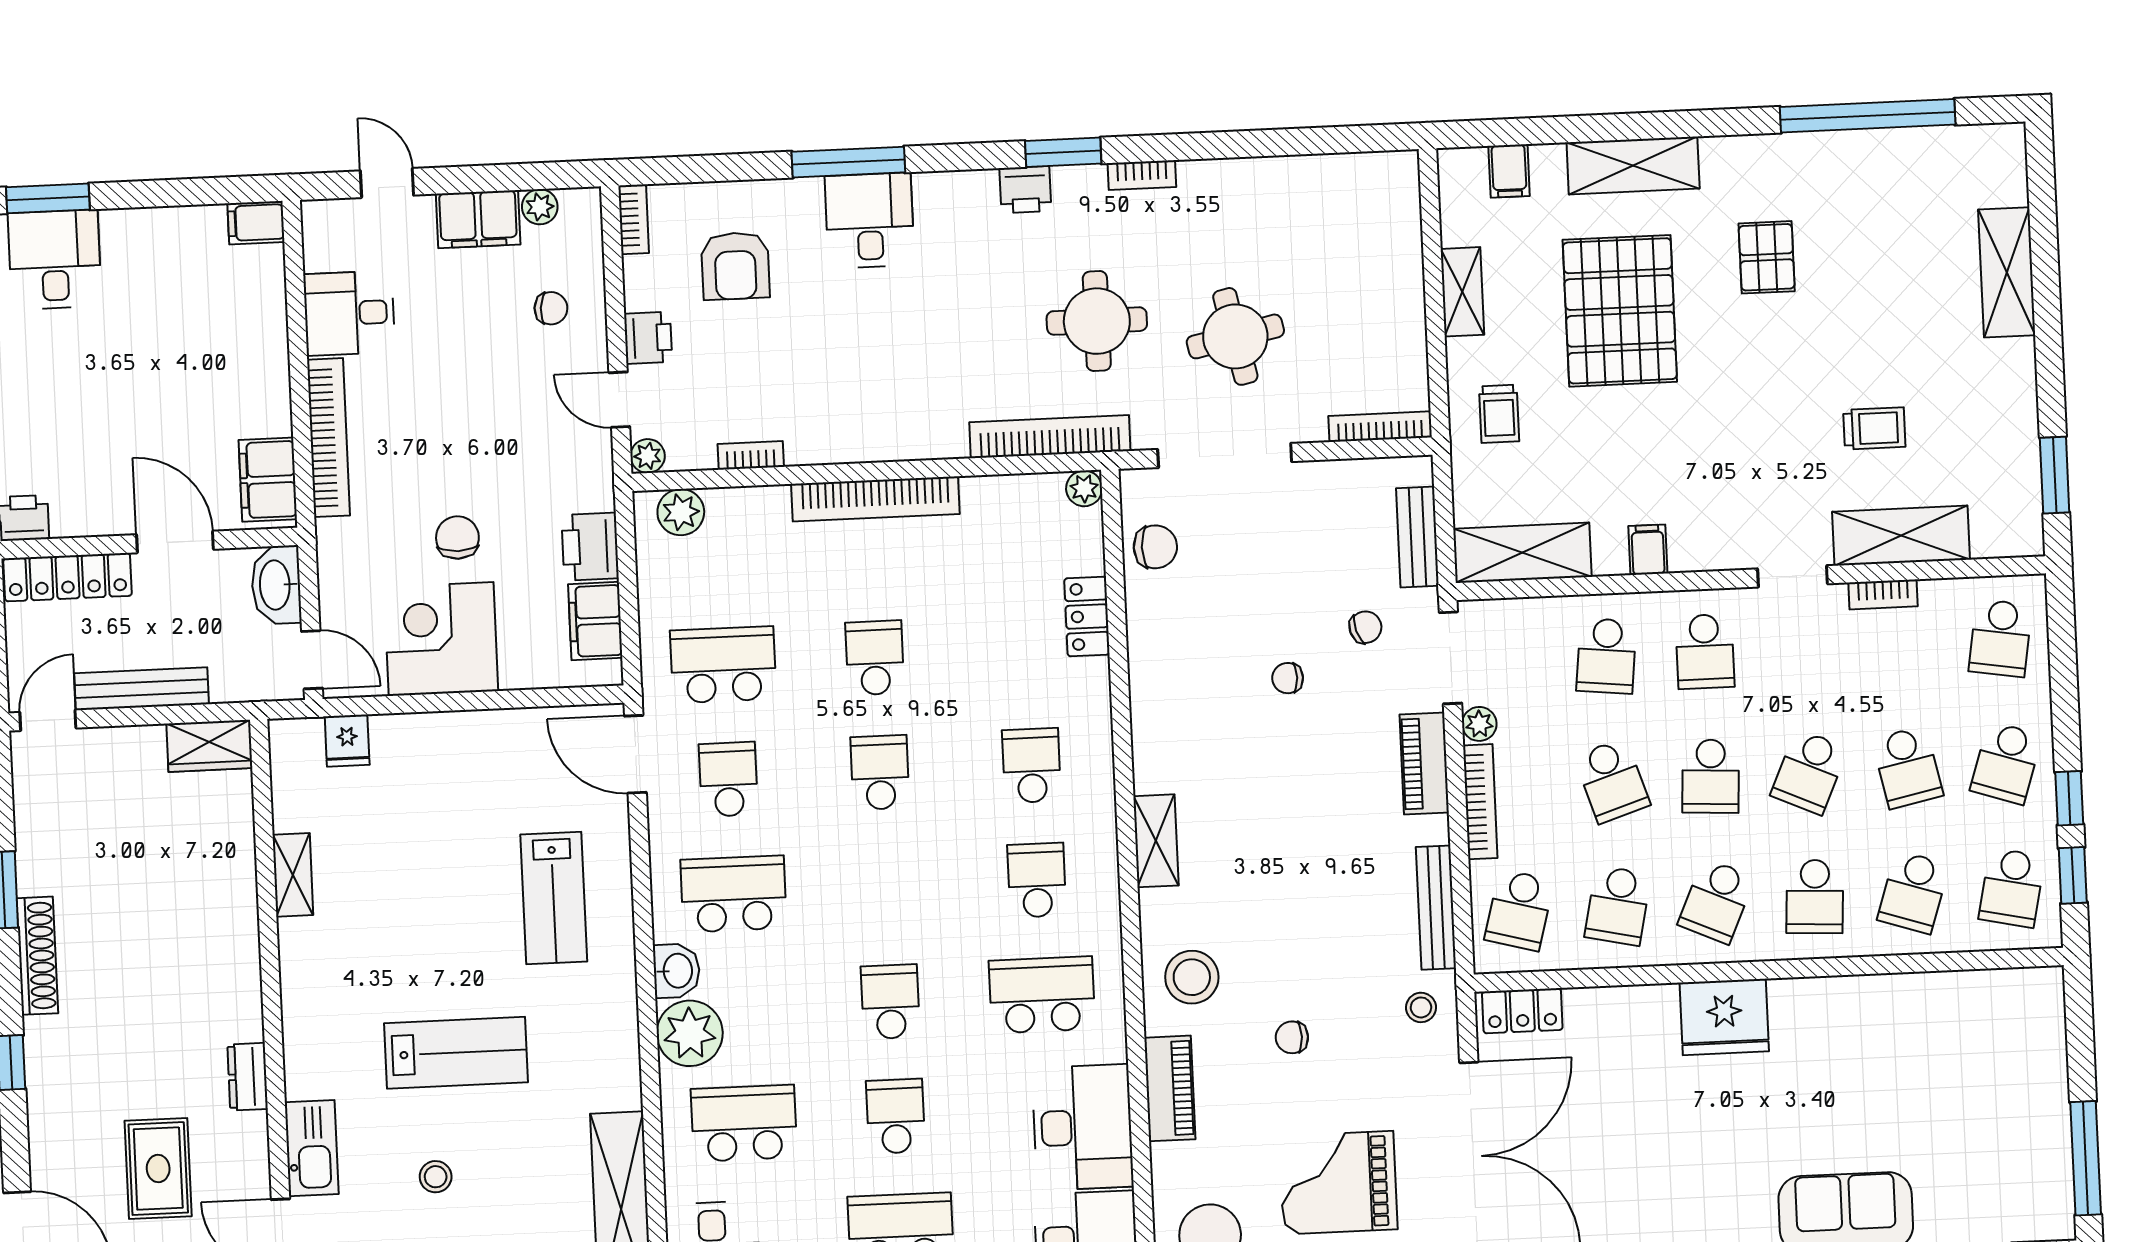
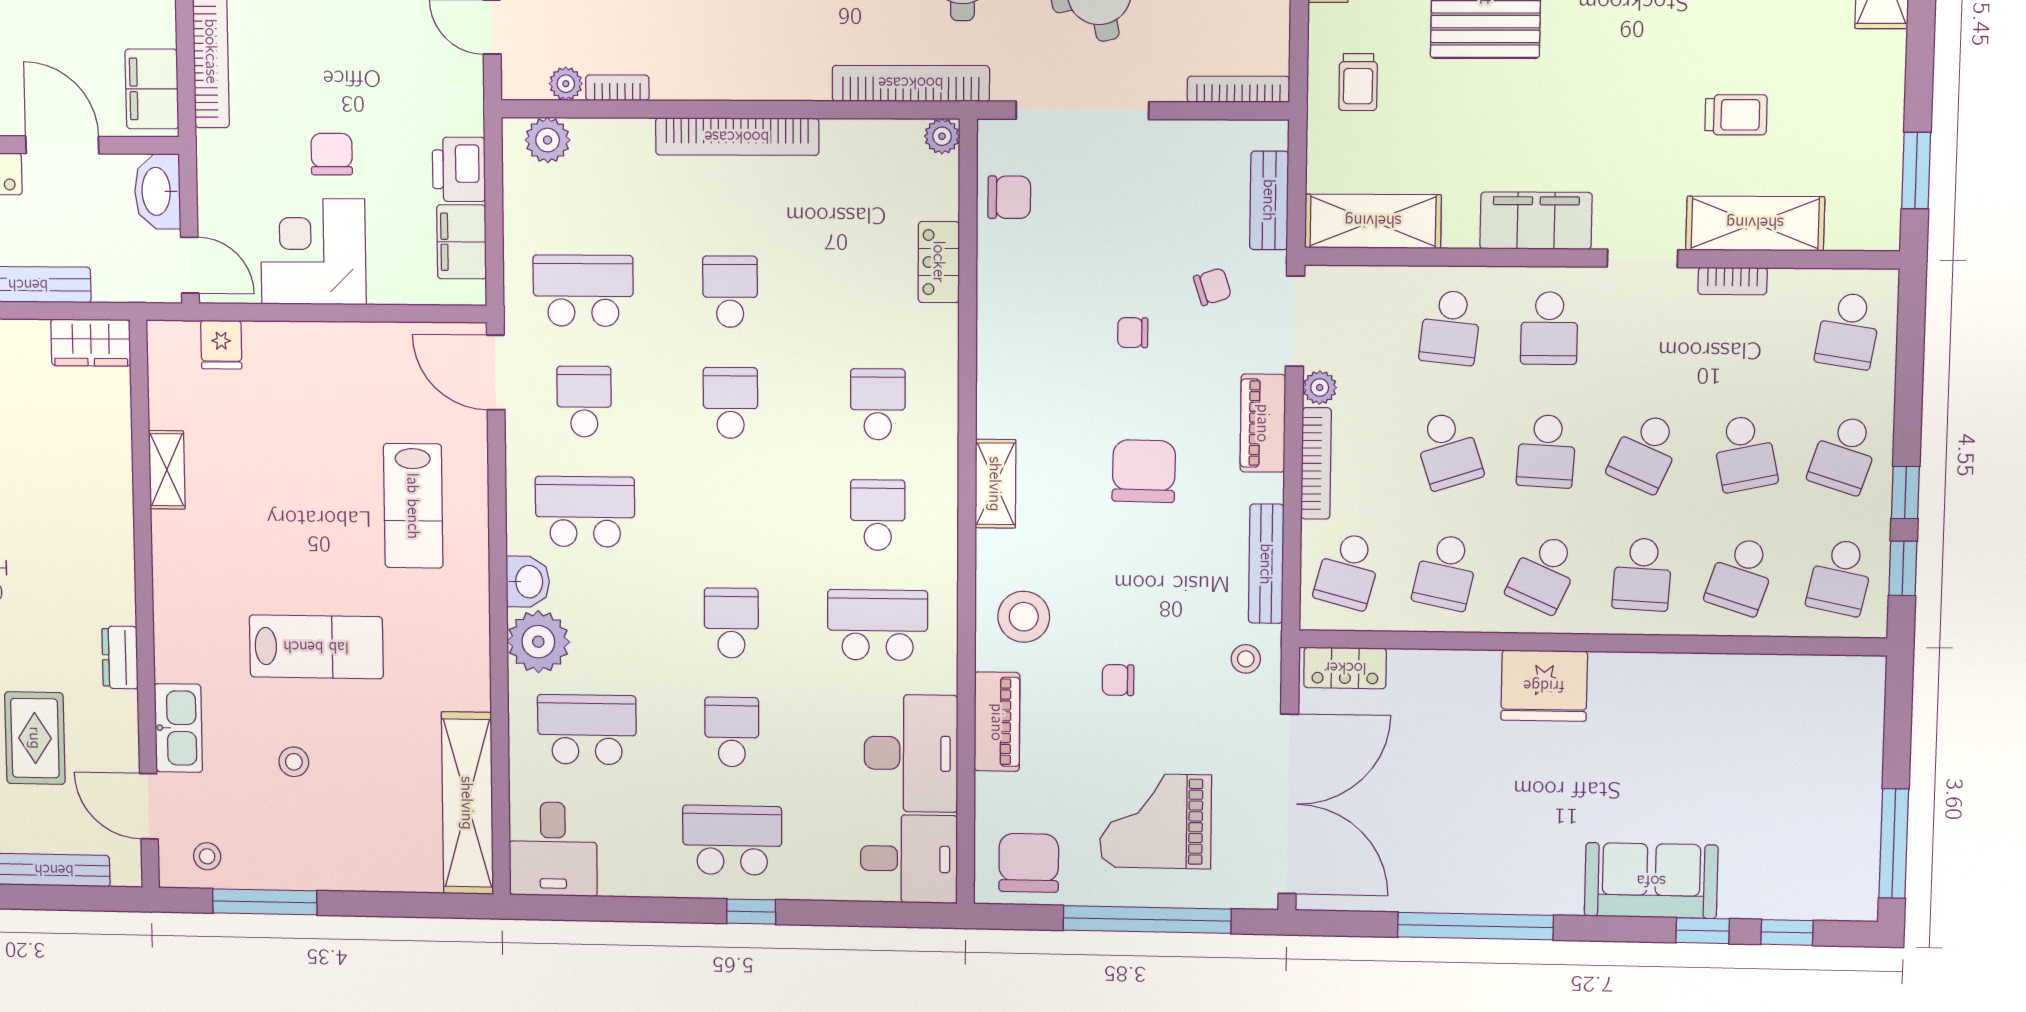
plant: (648, 456) -> (566, 84), moved
filing cabinet: (1648, 550) -> (1536, 221), width x3.00, depth x1.17
chair: (1306, 819) -> (1144, 471), added

